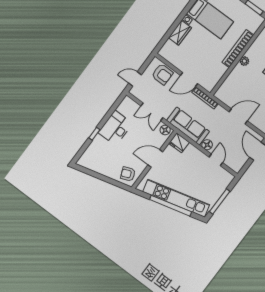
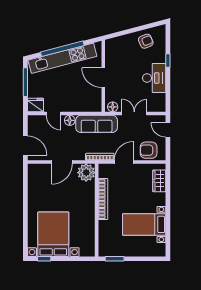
wardrobe: (180, 33) -> (159, 181), moved
bookcase: (238, 49) -> (103, 199), moved
plant: (244, 61) -> (86, 173), moved, width x1.88, depth x1.88
door: (135, 79) -> (168, 130), swing flipped
fridge: (179, 143) -> (36, 105), moved
door: (155, 158) -> (103, 78), swing flipped
armchair: (128, 174) -> (146, 41), moved

